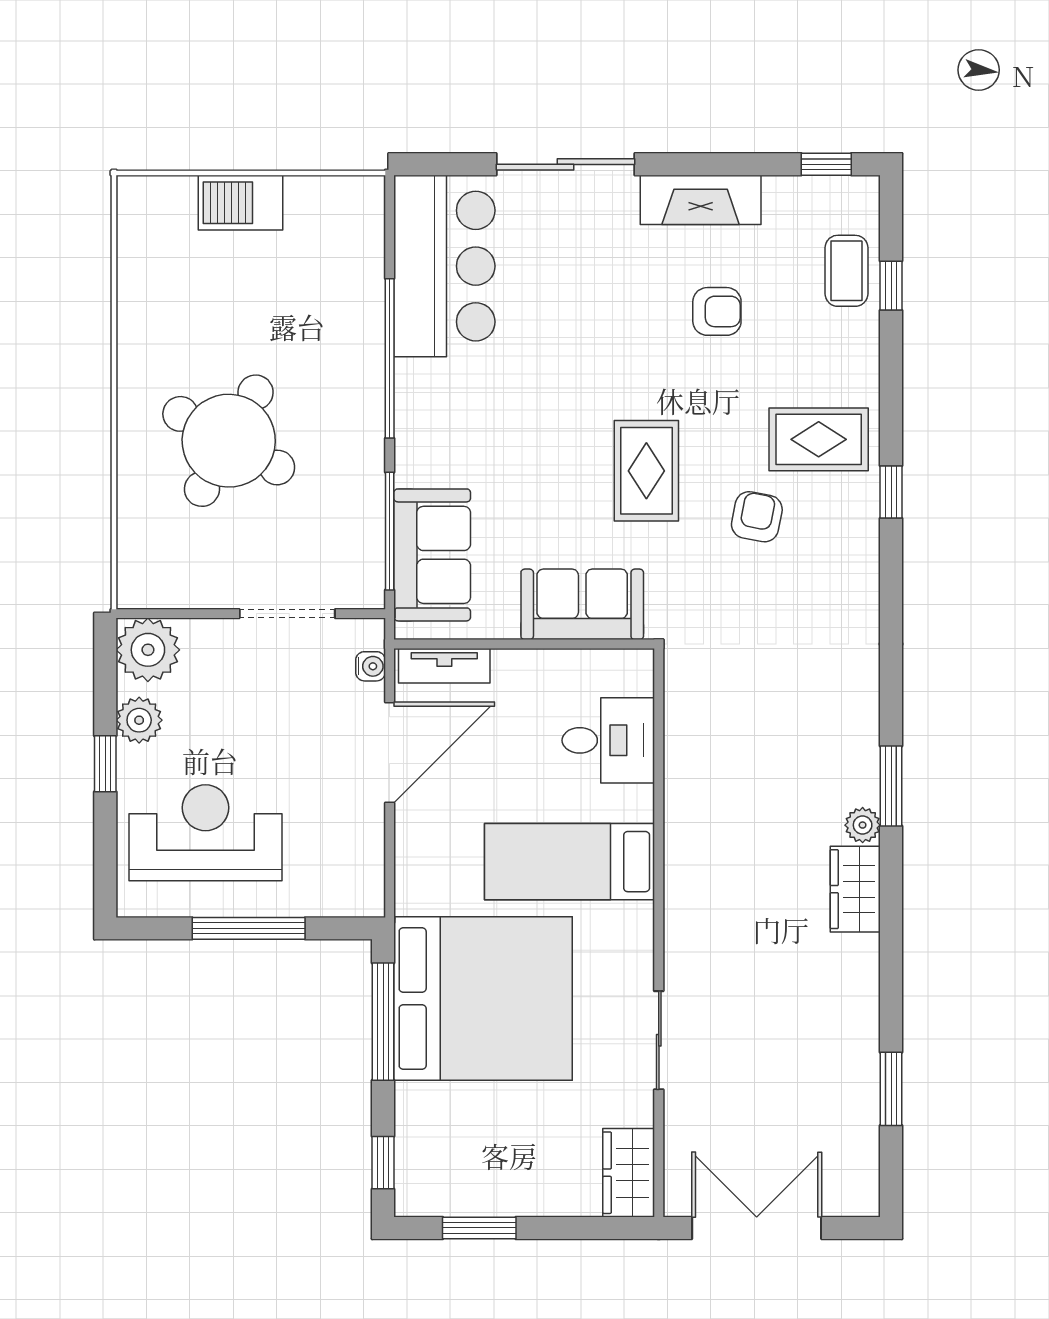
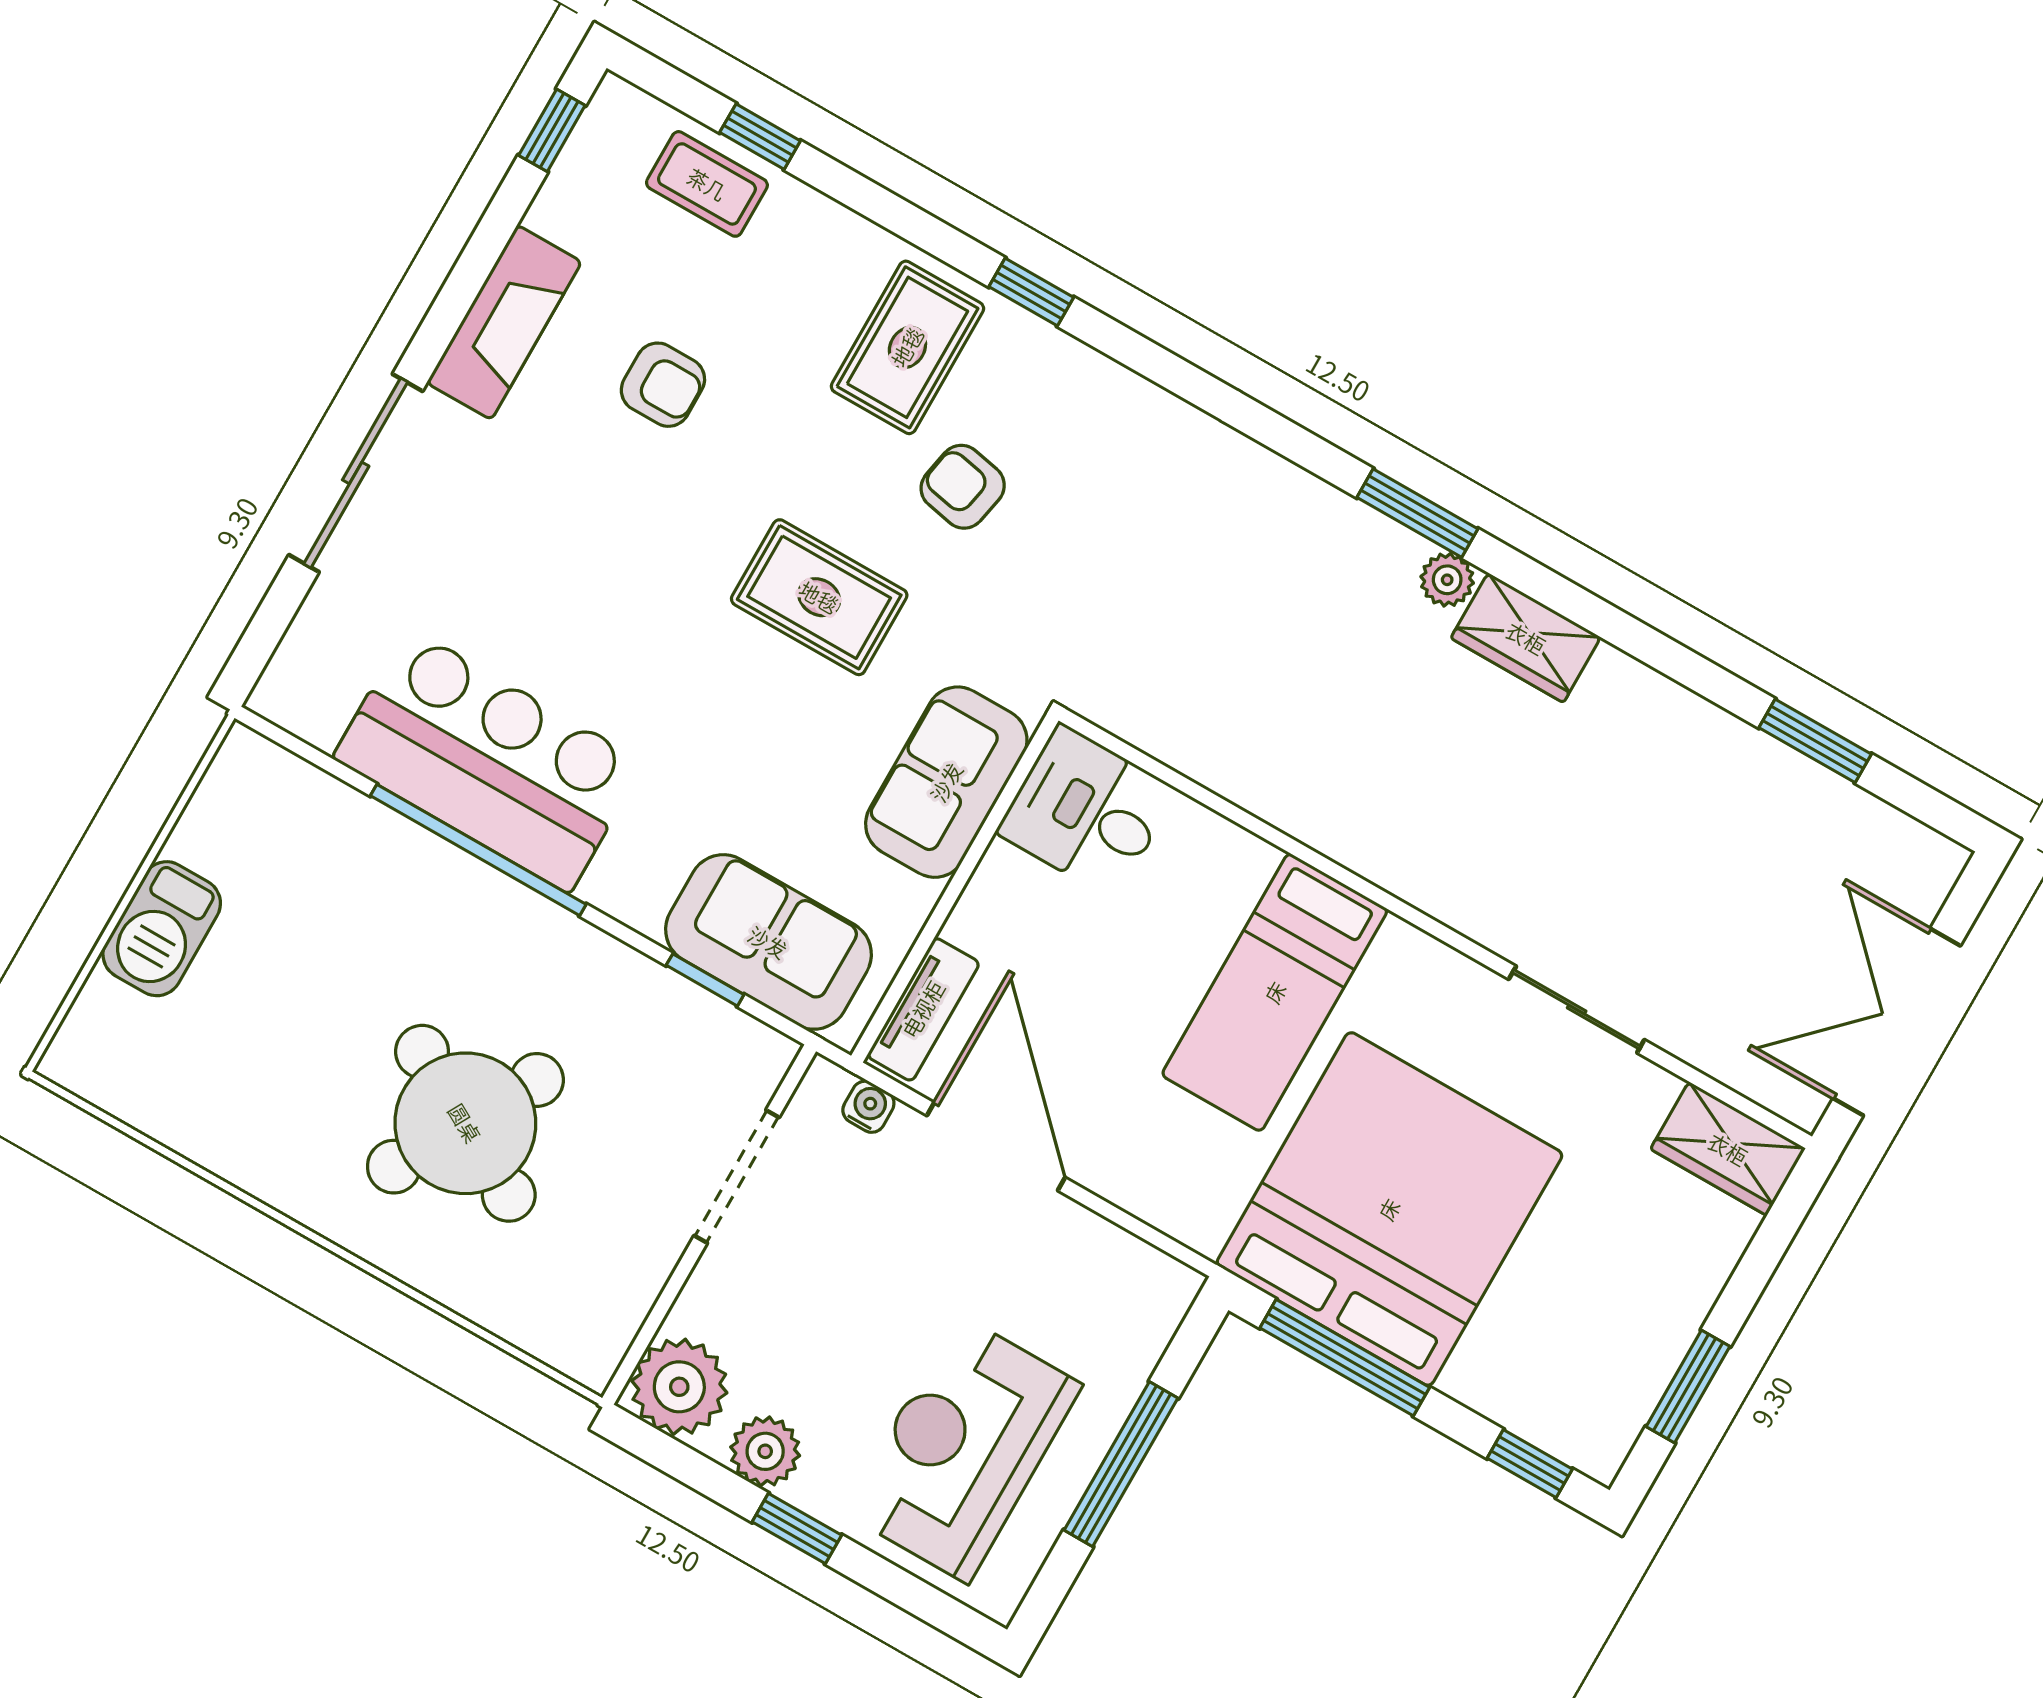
bar counter: (444, 266) -> (489, 760), moved
armchair: (717, 311) -> (663, 385), turned 90
window: (390, 531) -> (705, 980), width x0.46
desk: (608, 740) -> (1087, 811), moved, turned -90

